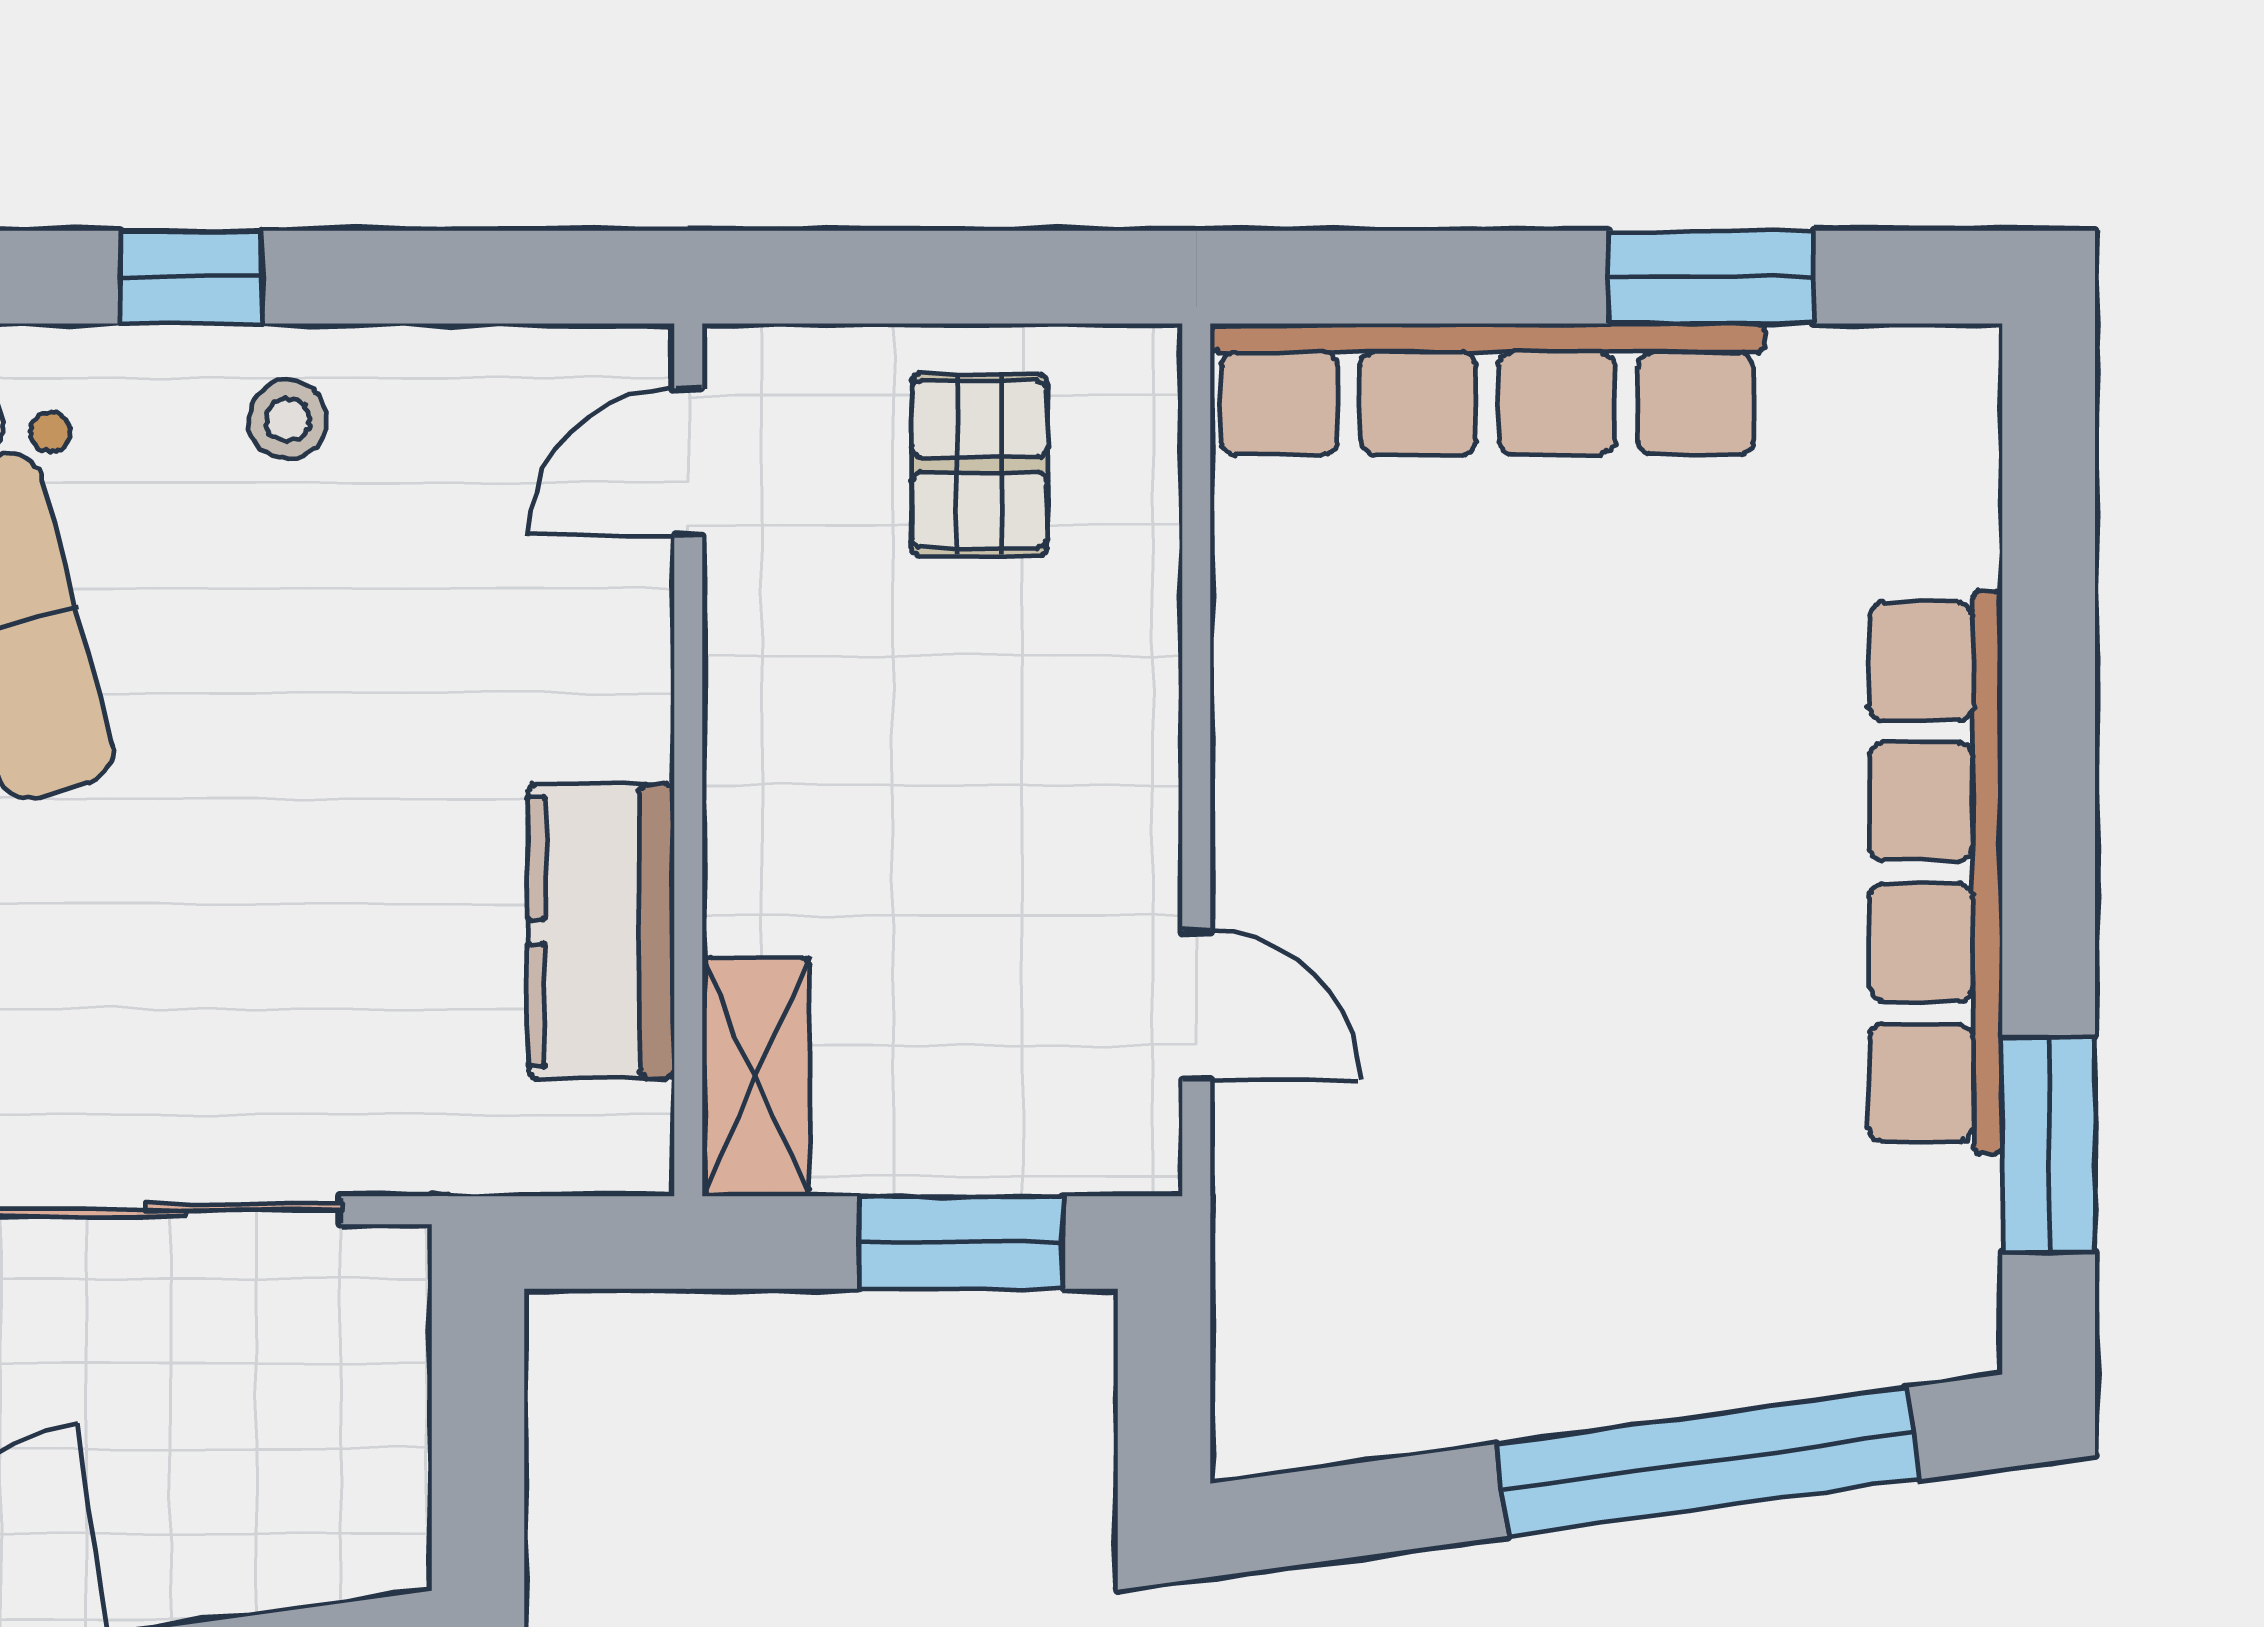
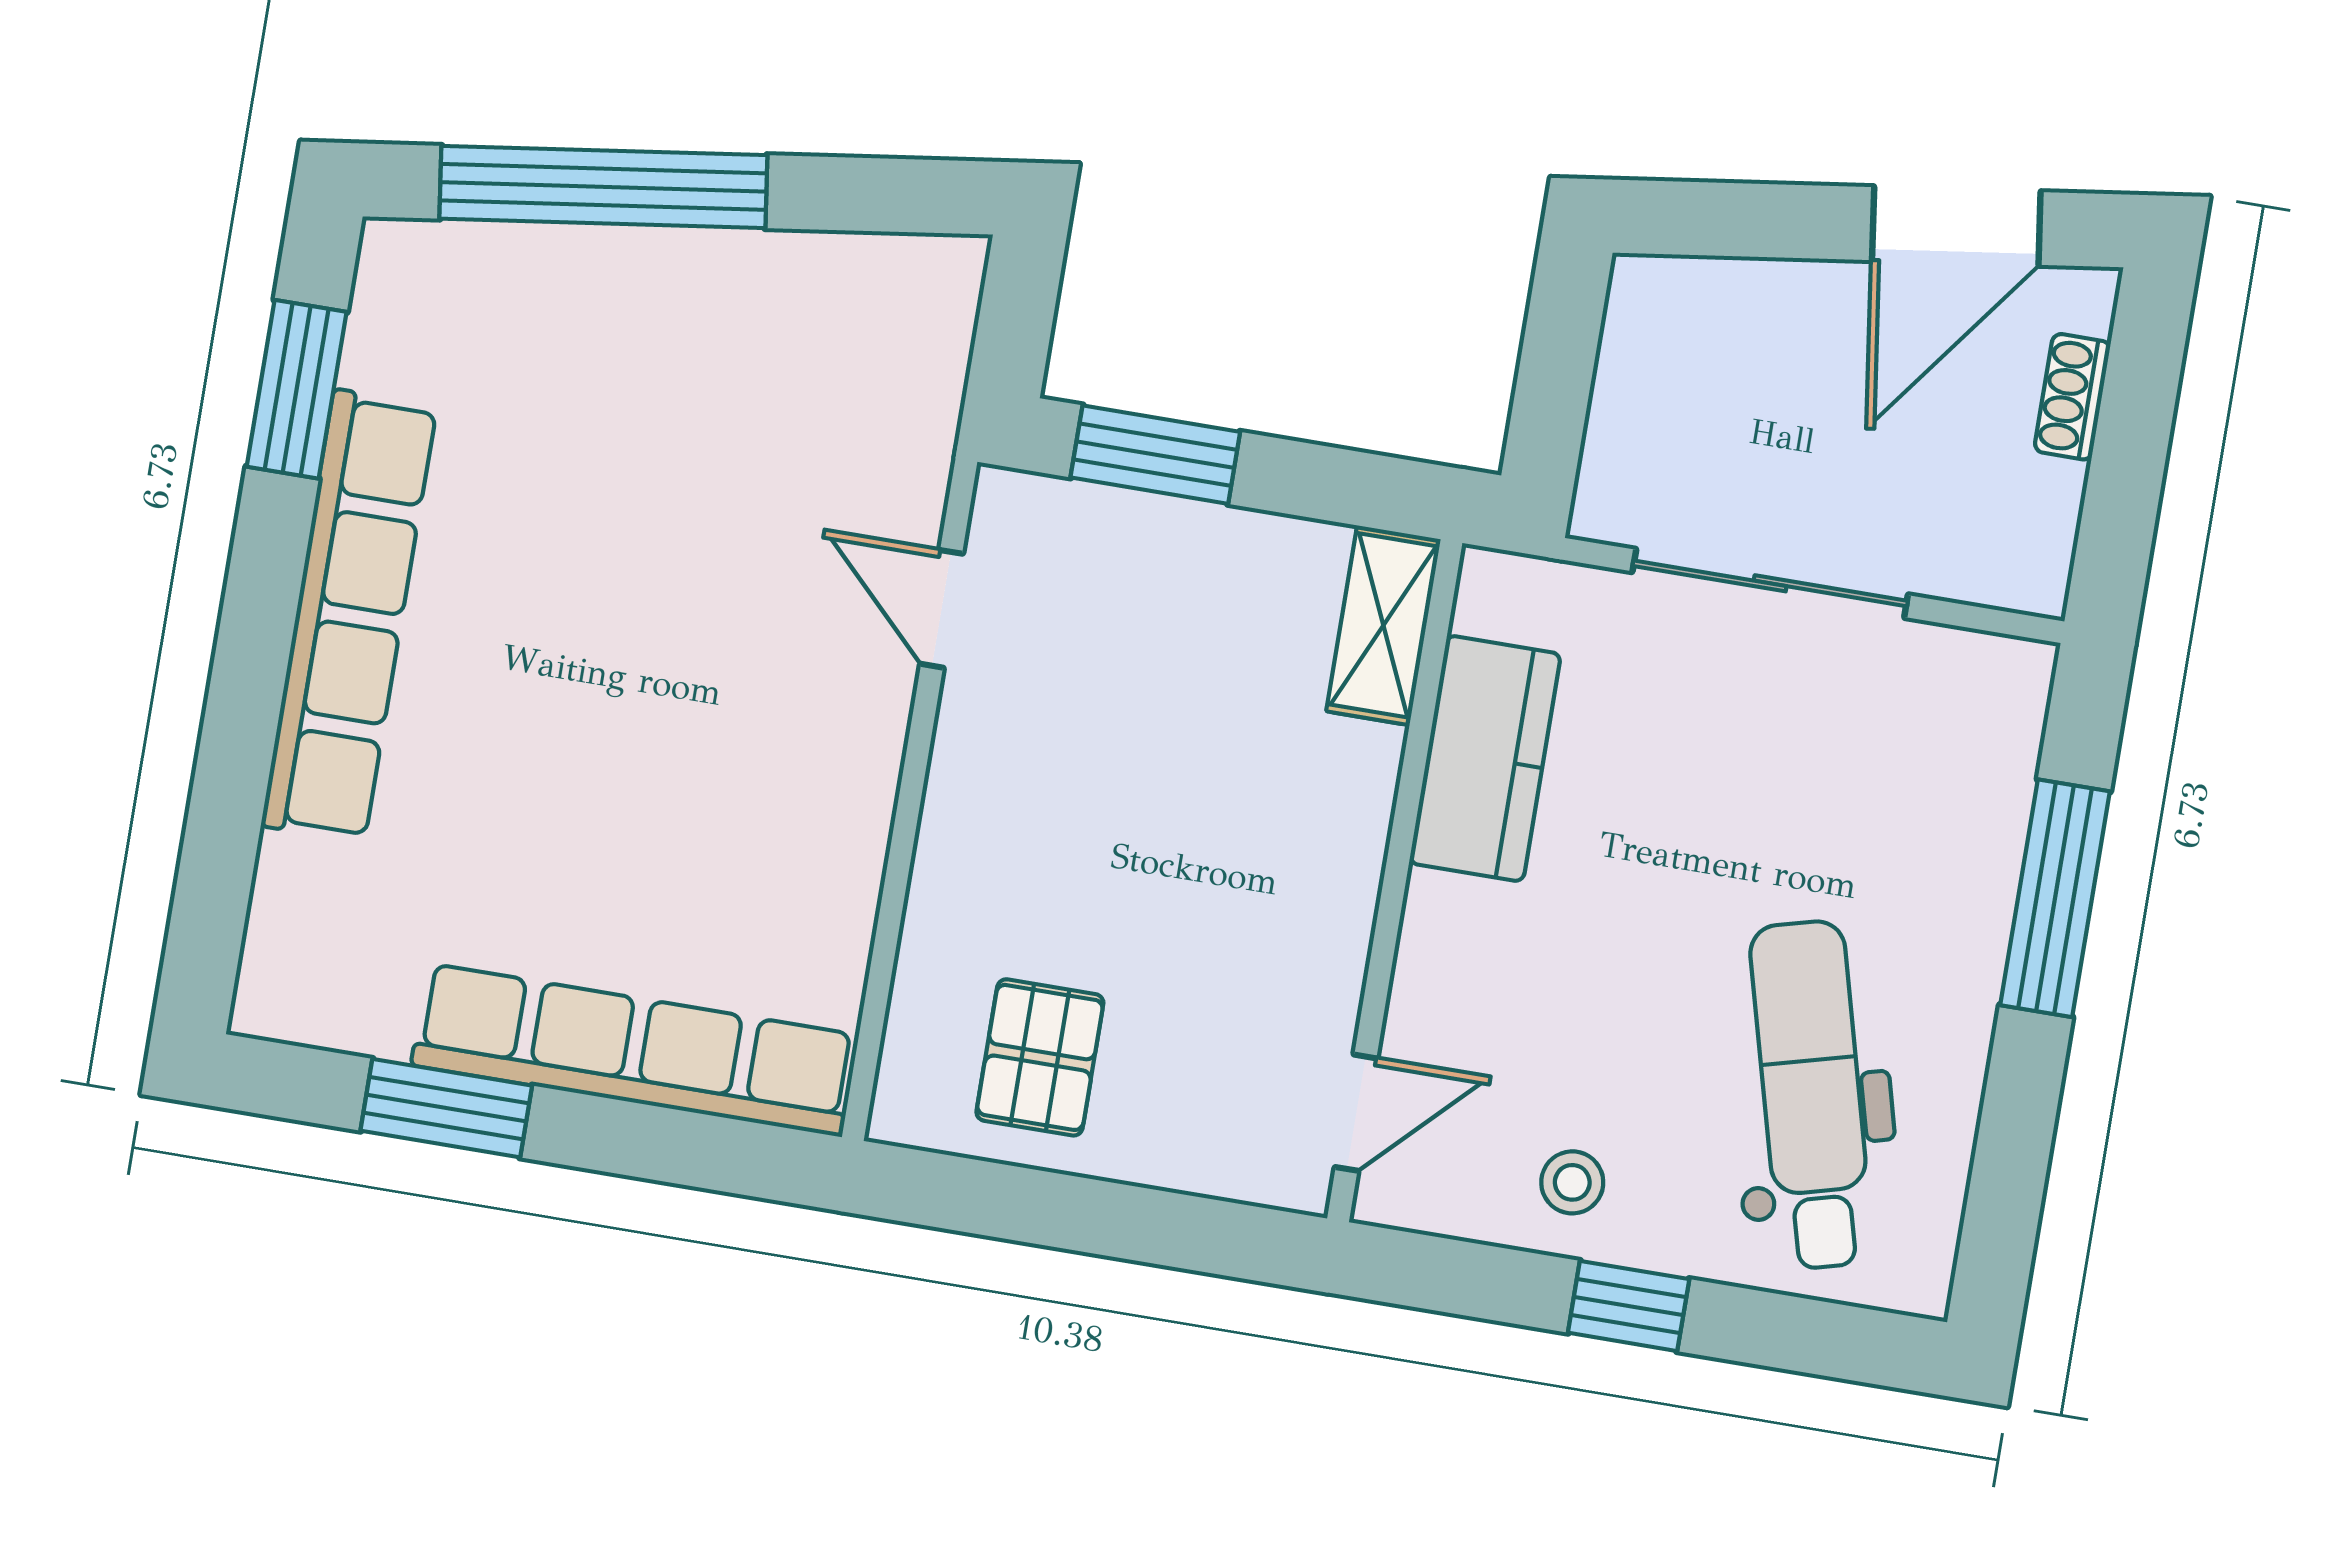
door: (688, 462) -> (1356, 1113), moved
wall: (688, 760) -> (1395, 881), moved
kitchen counter: (601, 932) -> (1485, 758), moved
shelving: (756, 1077) -> (1383, 625), moved

